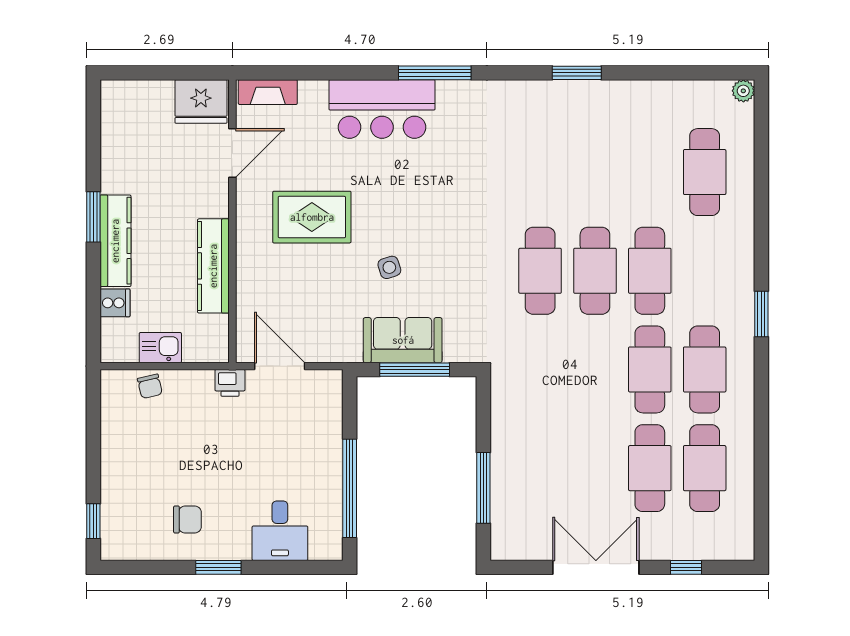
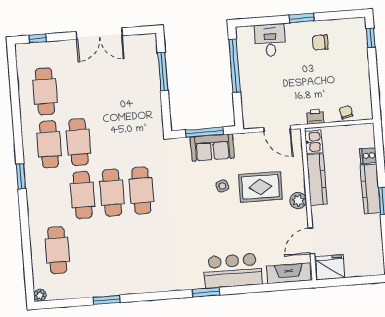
window: (435, 73) -> (206, 292), width x0.69
window: (577, 73) -> (107, 300), moved
fireplace: (268, 92) -> (289, 273), width x1.37, depth x1.32
rug: (312, 217) -> (260, 187), moved
plant: (251, 230) -> (298, 201), added
kitchen sink: (160, 348) -> (314, 142), moved, turned -90
printer: (230, 383) -> (315, 117), moved
cafe table: (650, 468) -> (74, 89), removed
window: (686, 567) -> (38, 38), moved

